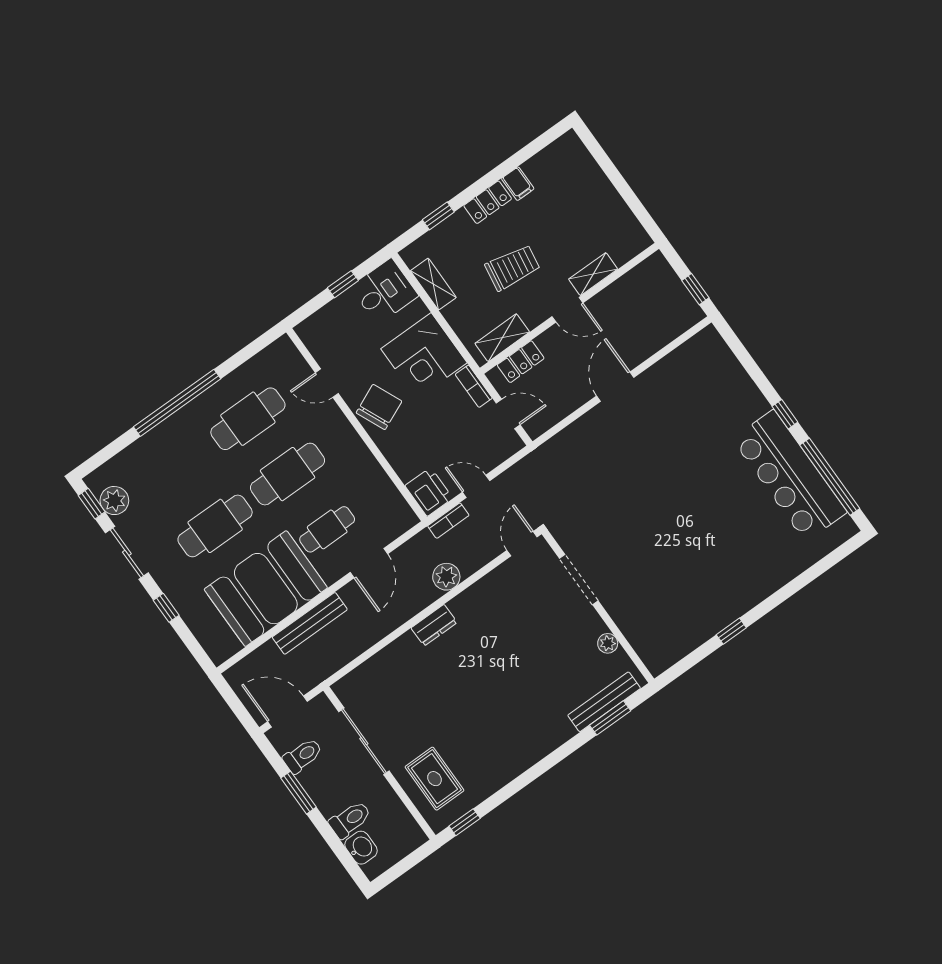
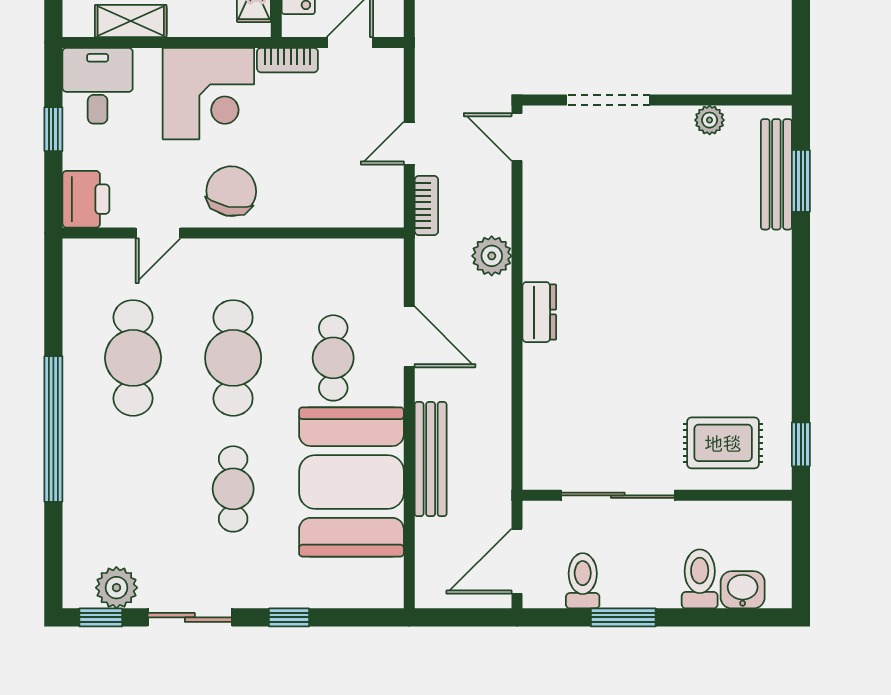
chair: (379, 407) -> (231, 191), turned 35
printer: (429, 492) -> (86, 199), moved, turned 90
cafe table: (215, 526) -> (233, 489), width x0.73, depth x0.74

